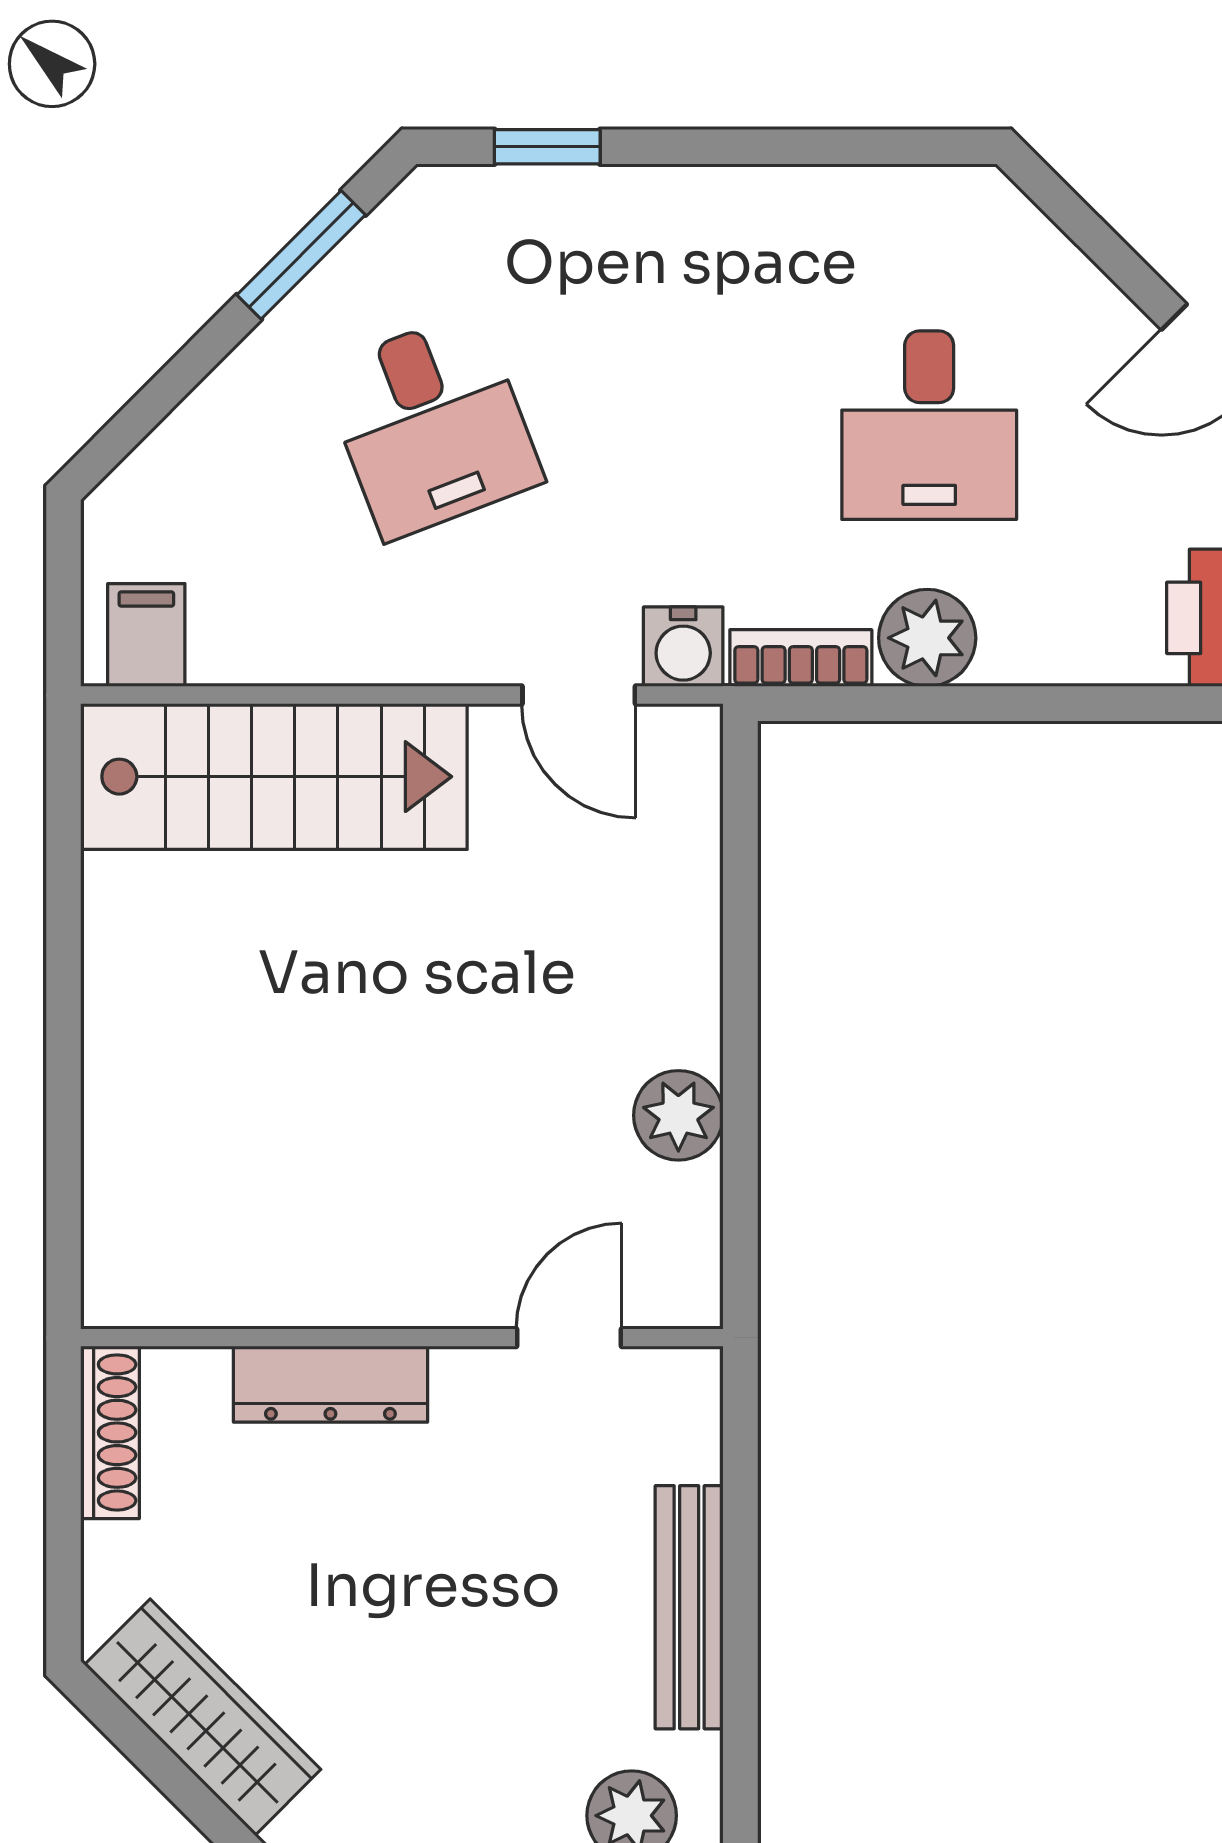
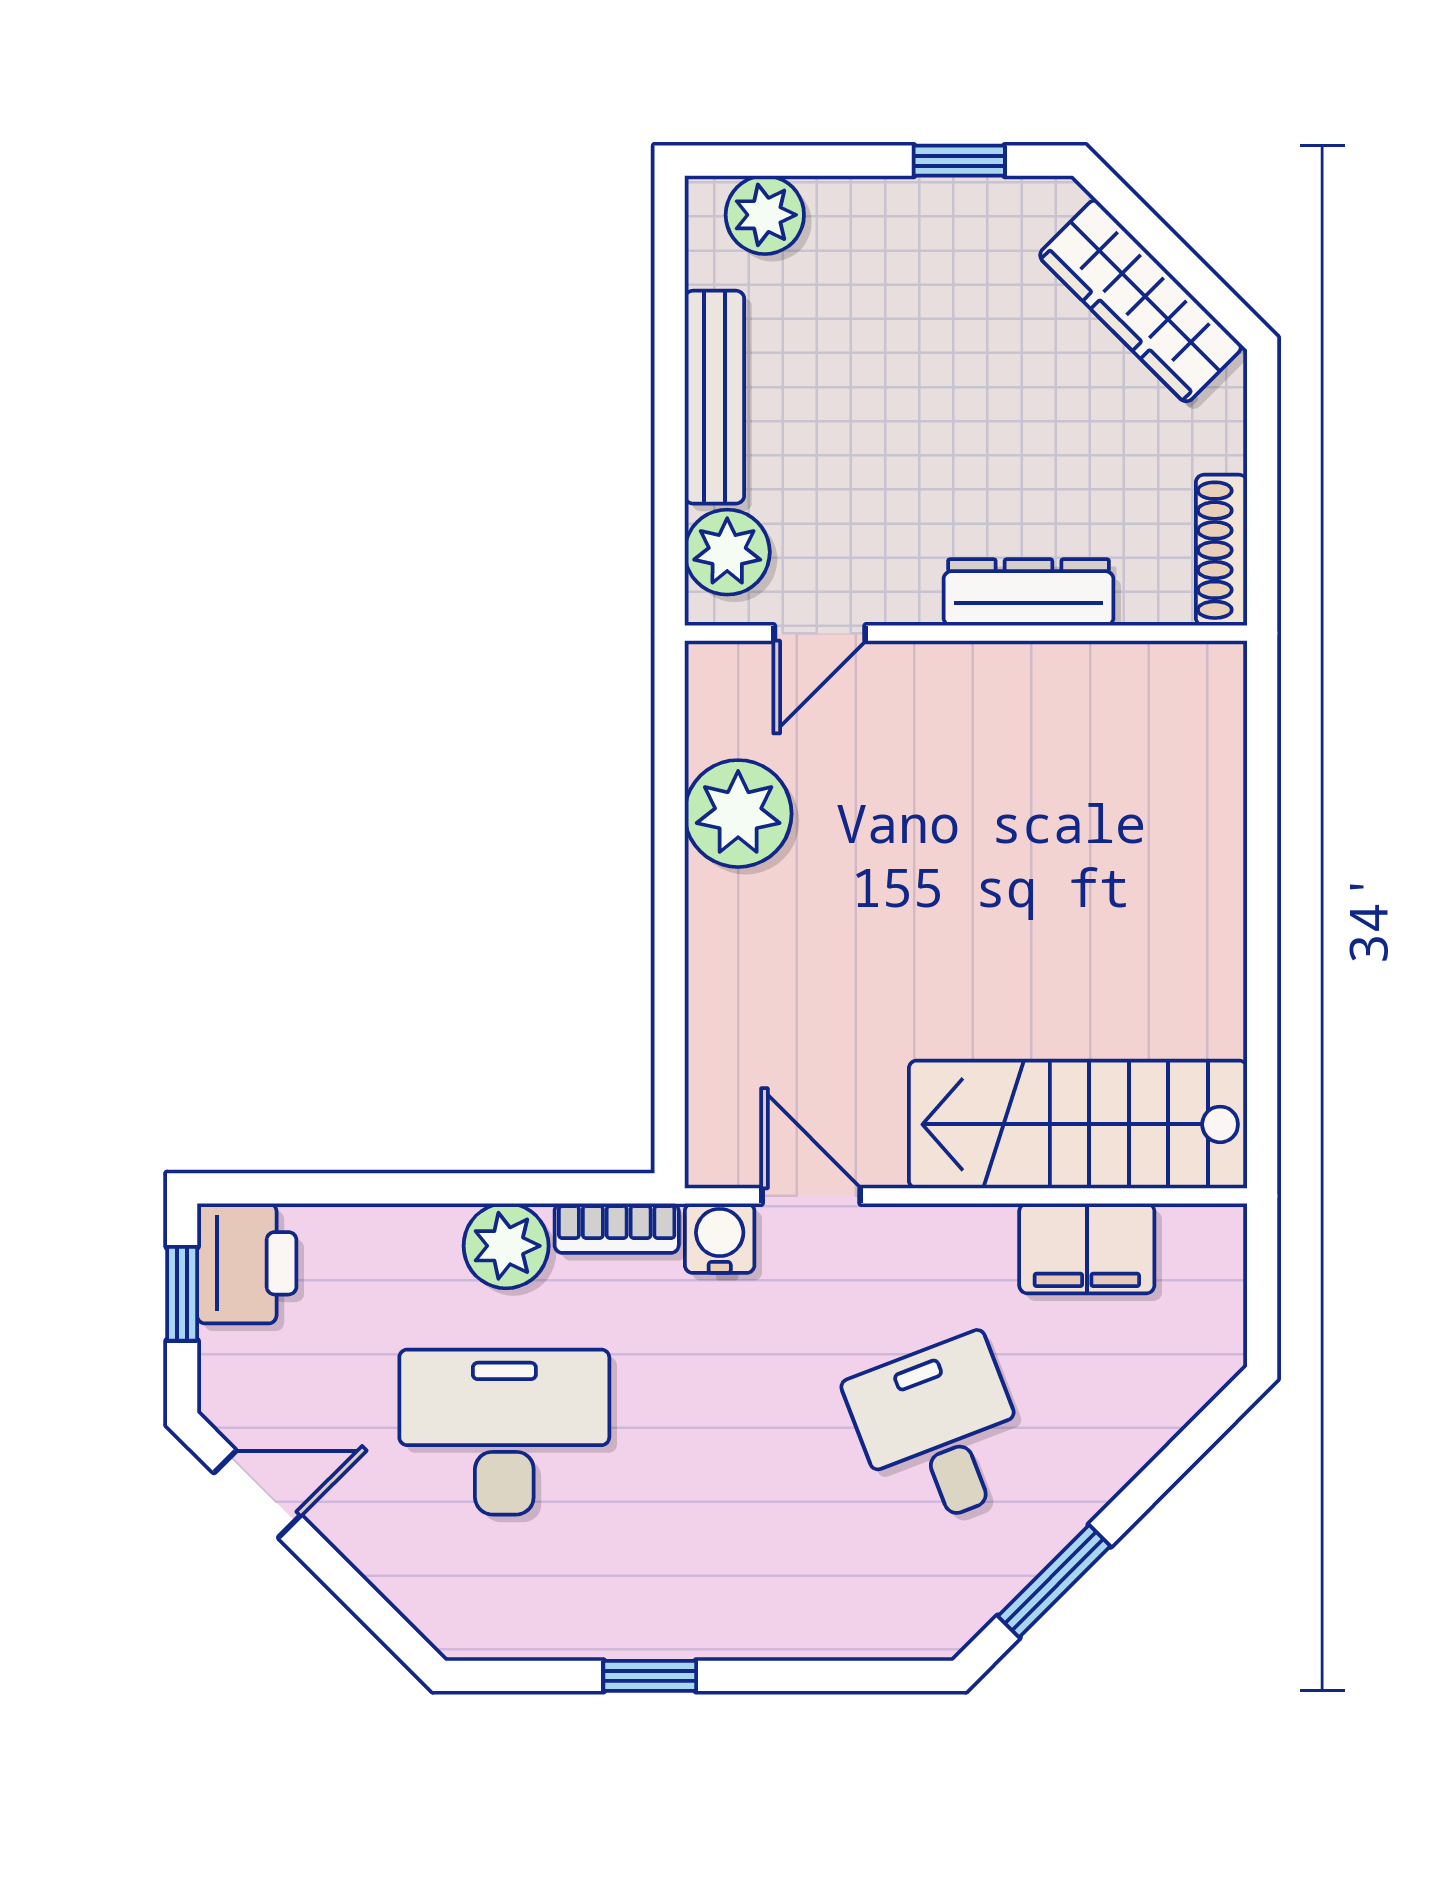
window: (547, 147) -> (650, 1676), moved
desk: (929, 425) -> (504, 1432), width x1.37
filing cabinet: (146, 635) -> (1087, 1248), moved, width x2.00
plant: (678, 1115) -> (738, 814), width x1.36, depth x1.36
plant: (675, 1430) -> (727, 552), added

